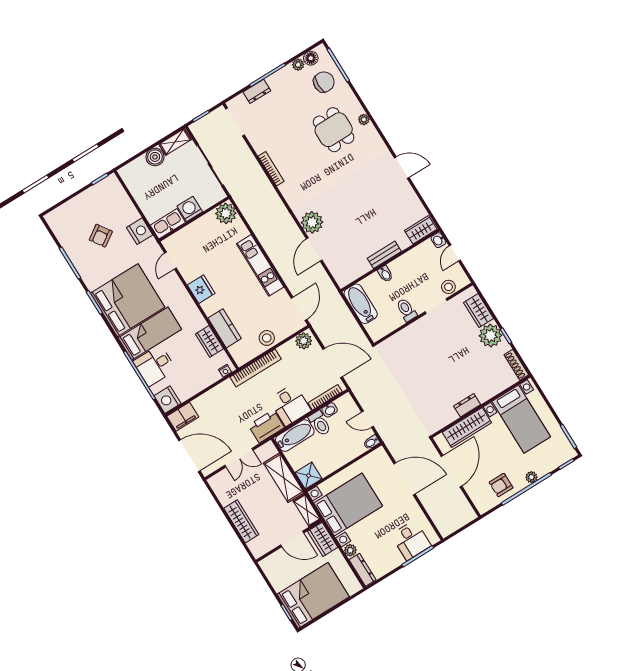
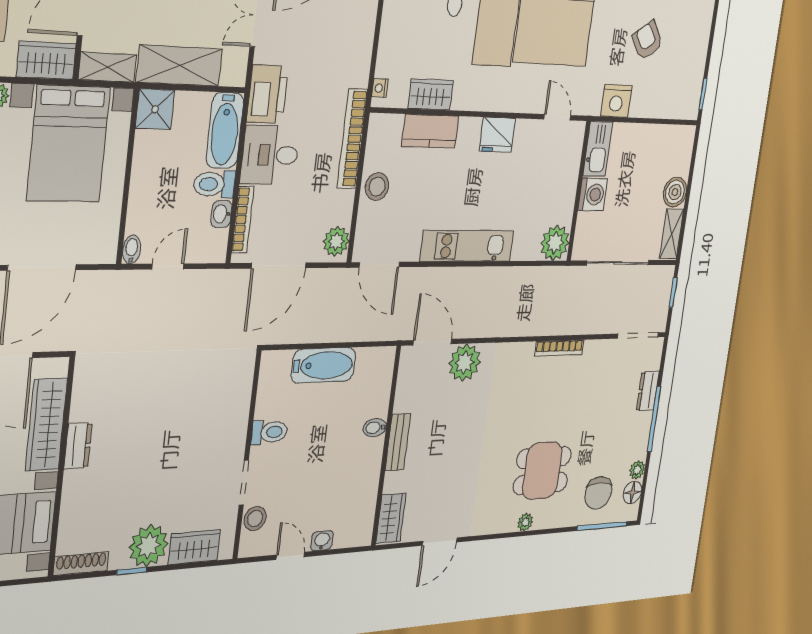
wardrobe: (421, 230) -> (391, 518), moved
bench: (384, 255) -> (398, 442), moved
wall: (390, 260) -> (386, 447), moved
bidet: (385, 274) -> (375, 428), moved

